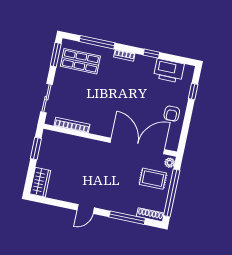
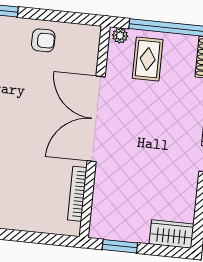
sliding door: (47, 98) -> (40, 238), removed
double door: (137, 146) -> (96, 119), moved

